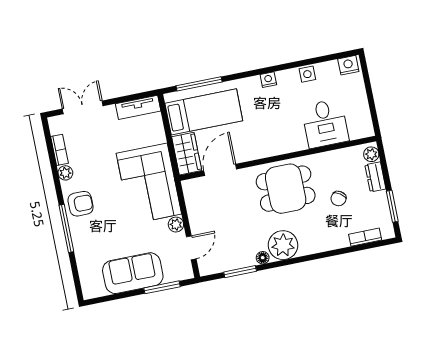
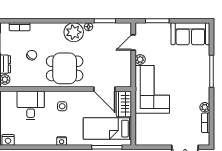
side table: (307, 74) -> (62, 106), moved
tv unit: (138, 107) -> (149, 140), removed
door: (220, 170) -> (104, 89), hinge flipped
armchair: (81, 204) -> (199, 85), removed
sofa: (133, 273) -> (190, 34), moved

